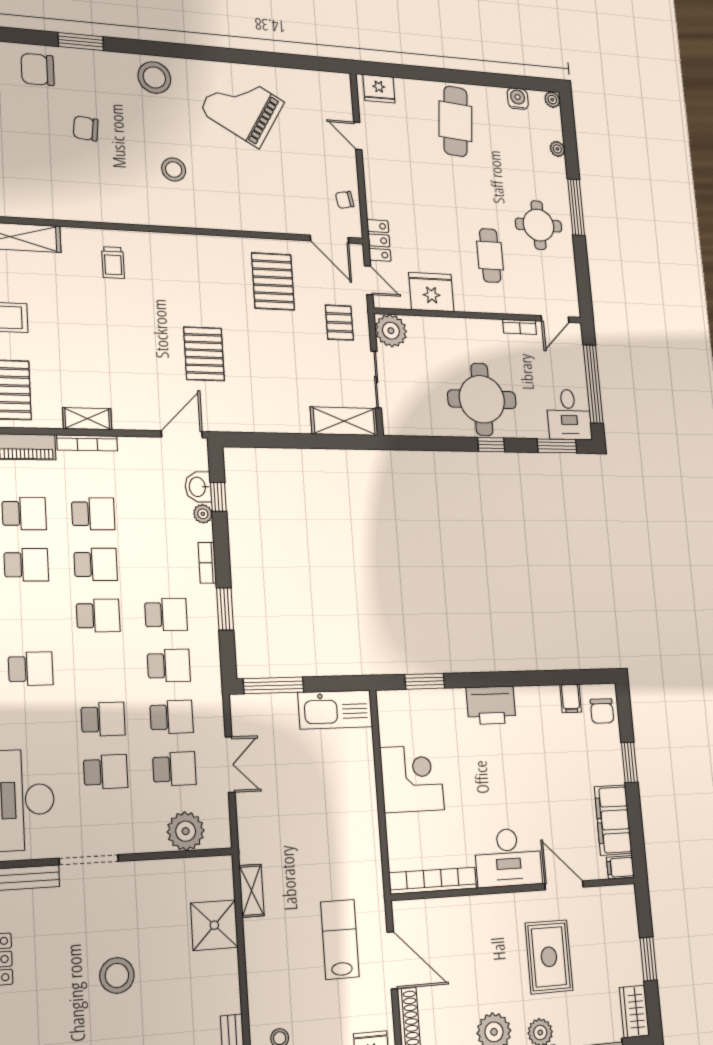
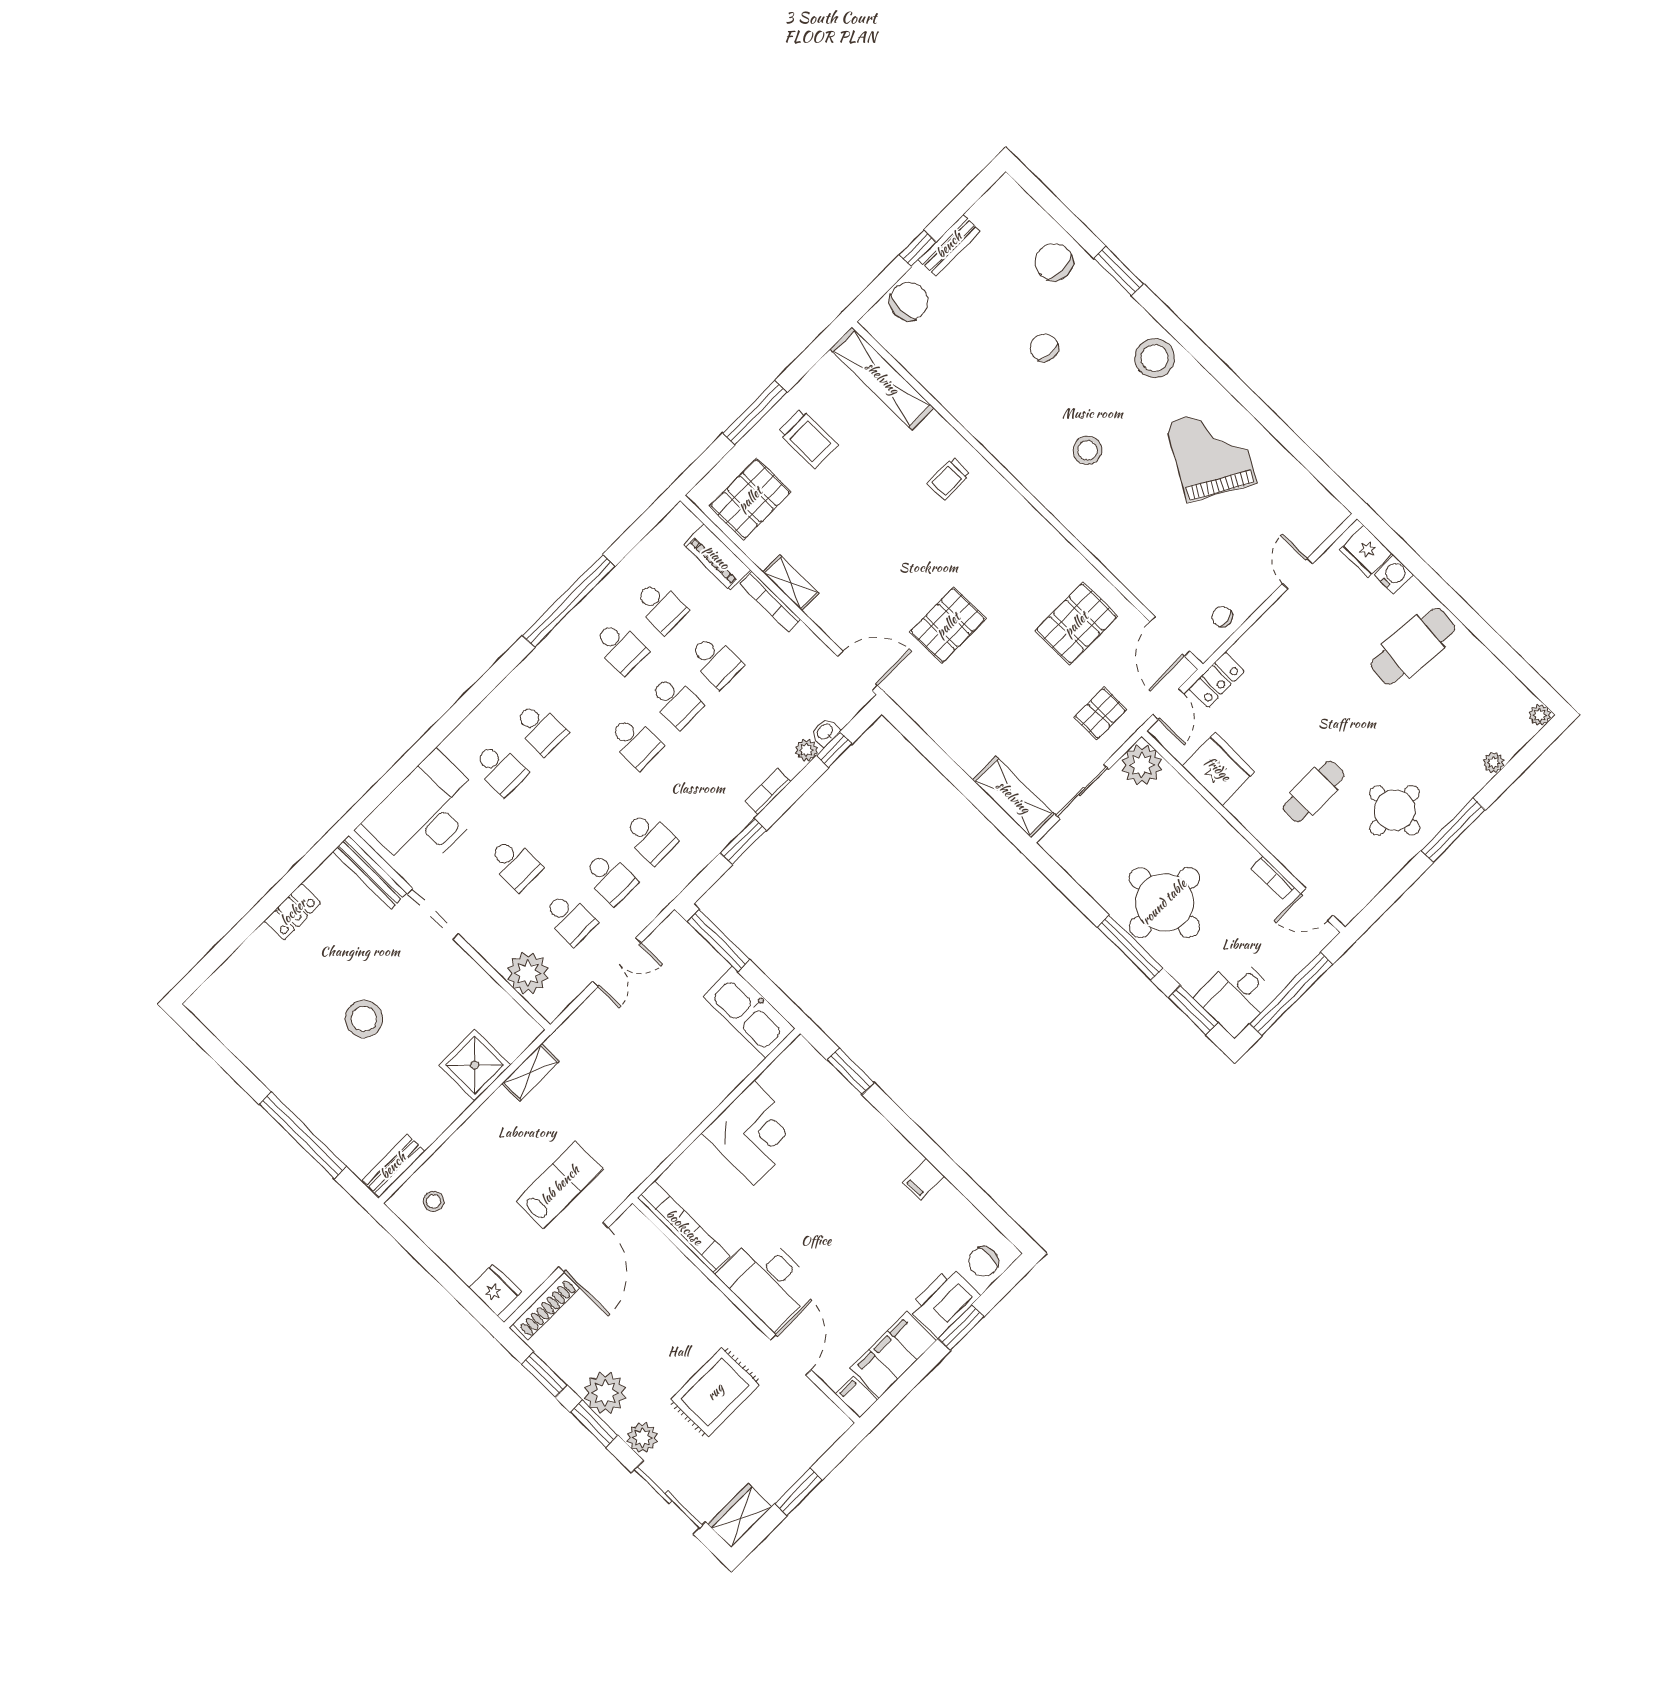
water cooler: (518, 99) -> (1394, 575), moved
window: (491, 445) -> (1130, 948), width x2.17
washbasin: (198, 487) -> (825, 732), width x0.72, depth x0.69
school desk: (166, 615) -> (690, 797), removed
filing cabinet: (571, 698) -> (923, 1179), moved
printer: (491, 705) -> (944, 1302), moved, turned 90
school desk: (103, 719) -> (500, 769), moved

